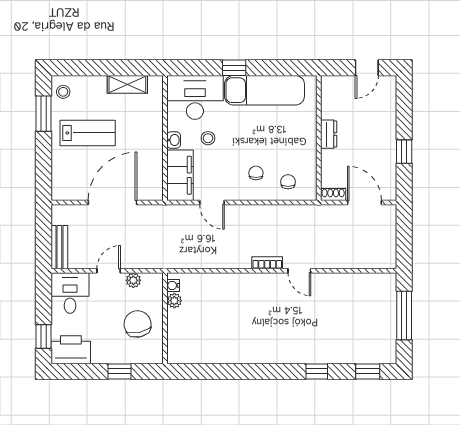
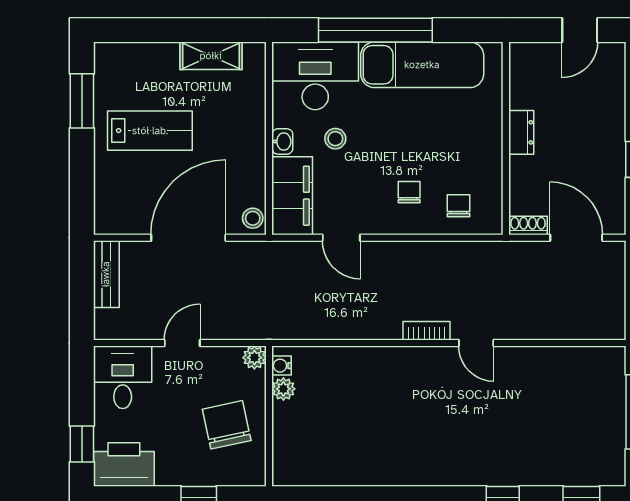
window: (234, 68) -> (375, 30), width x3.17
stool: (63, 92) -> (253, 218), moved
bench: (59, 247) -> (106, 274), moved
plant: (133, 280) -> (254, 358), moved

